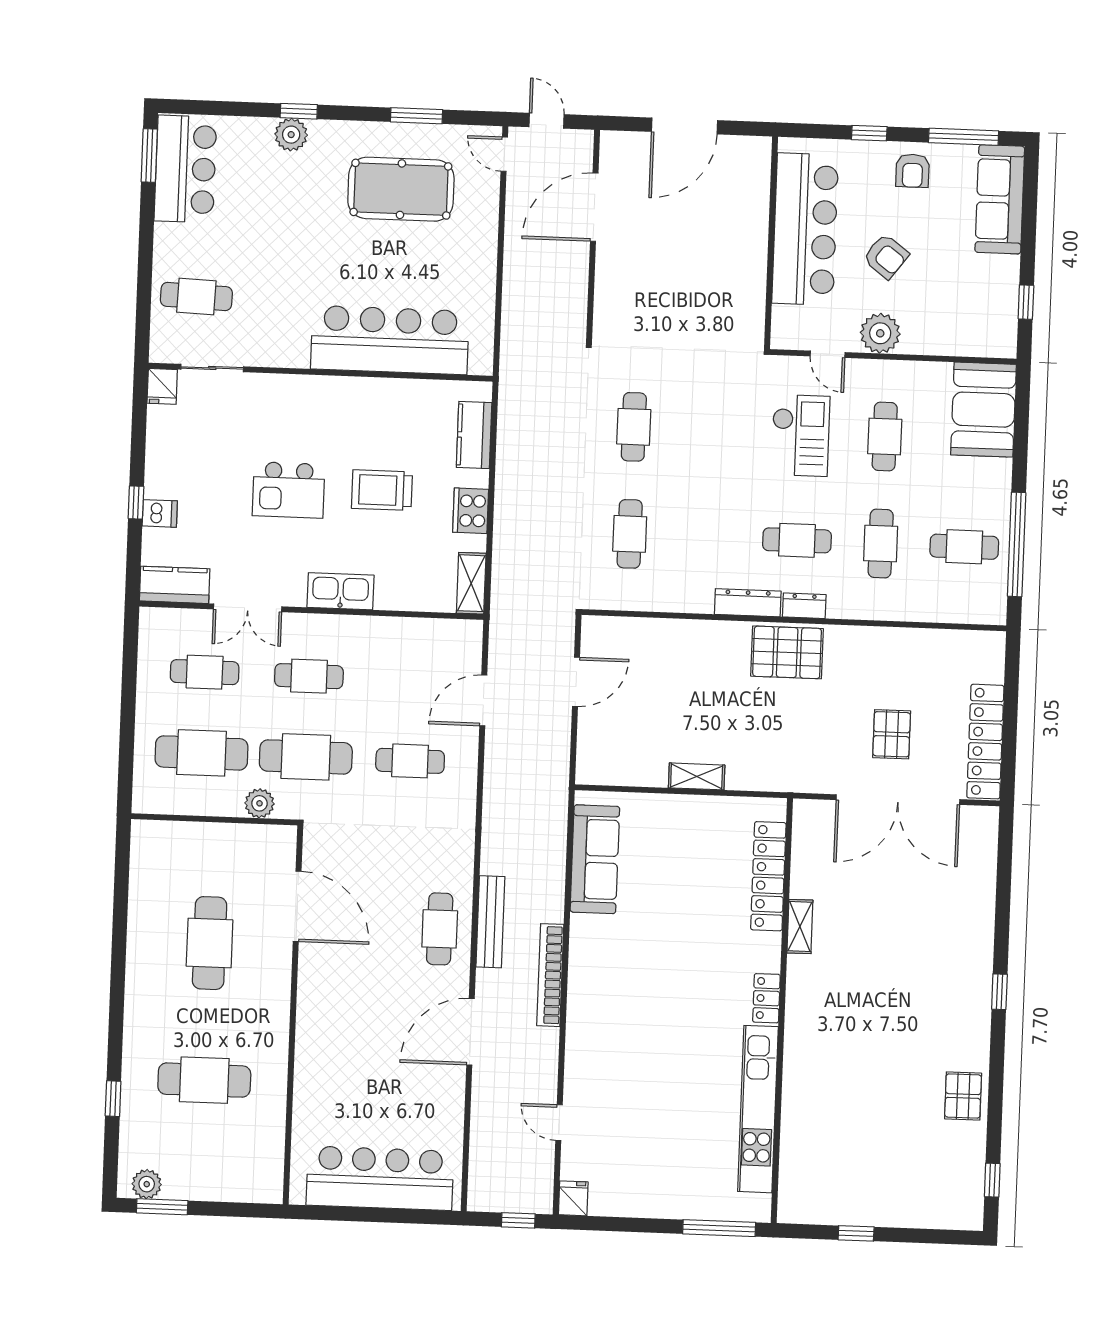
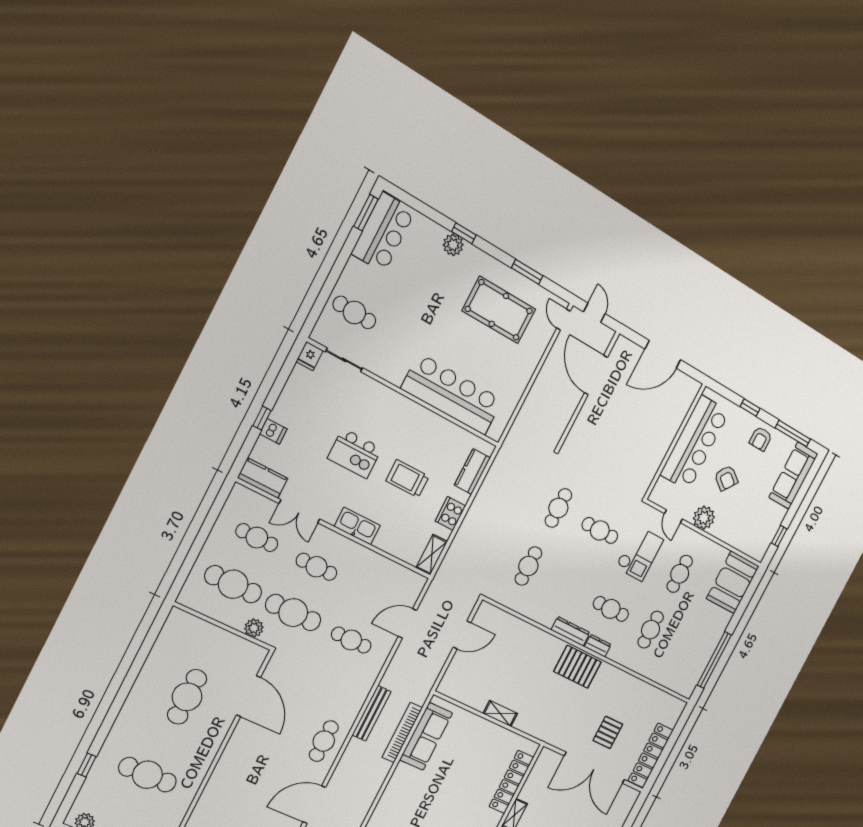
door: (594, 207) -> (596, 375), hinge flipped
cafe table: (964, 547) -> (600, 530), moved
bench: (490, 922) -> (372, 713), moved
bookcase: (550, 975) -> (402, 732), moved

